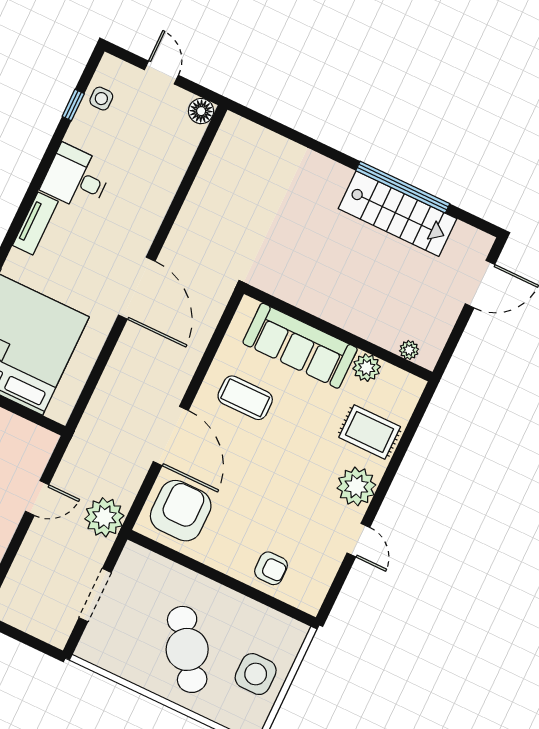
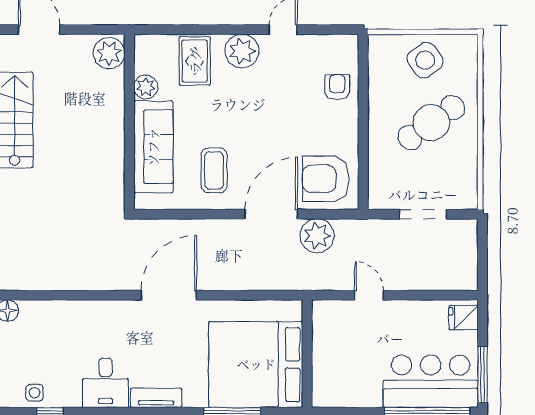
plant: (409, 350) -> (109, 53), width x1.88, depth x1.88
plant: (104, 517) -> (317, 236), moved
side table: (256, 674) -> (425, 60), turned -36

